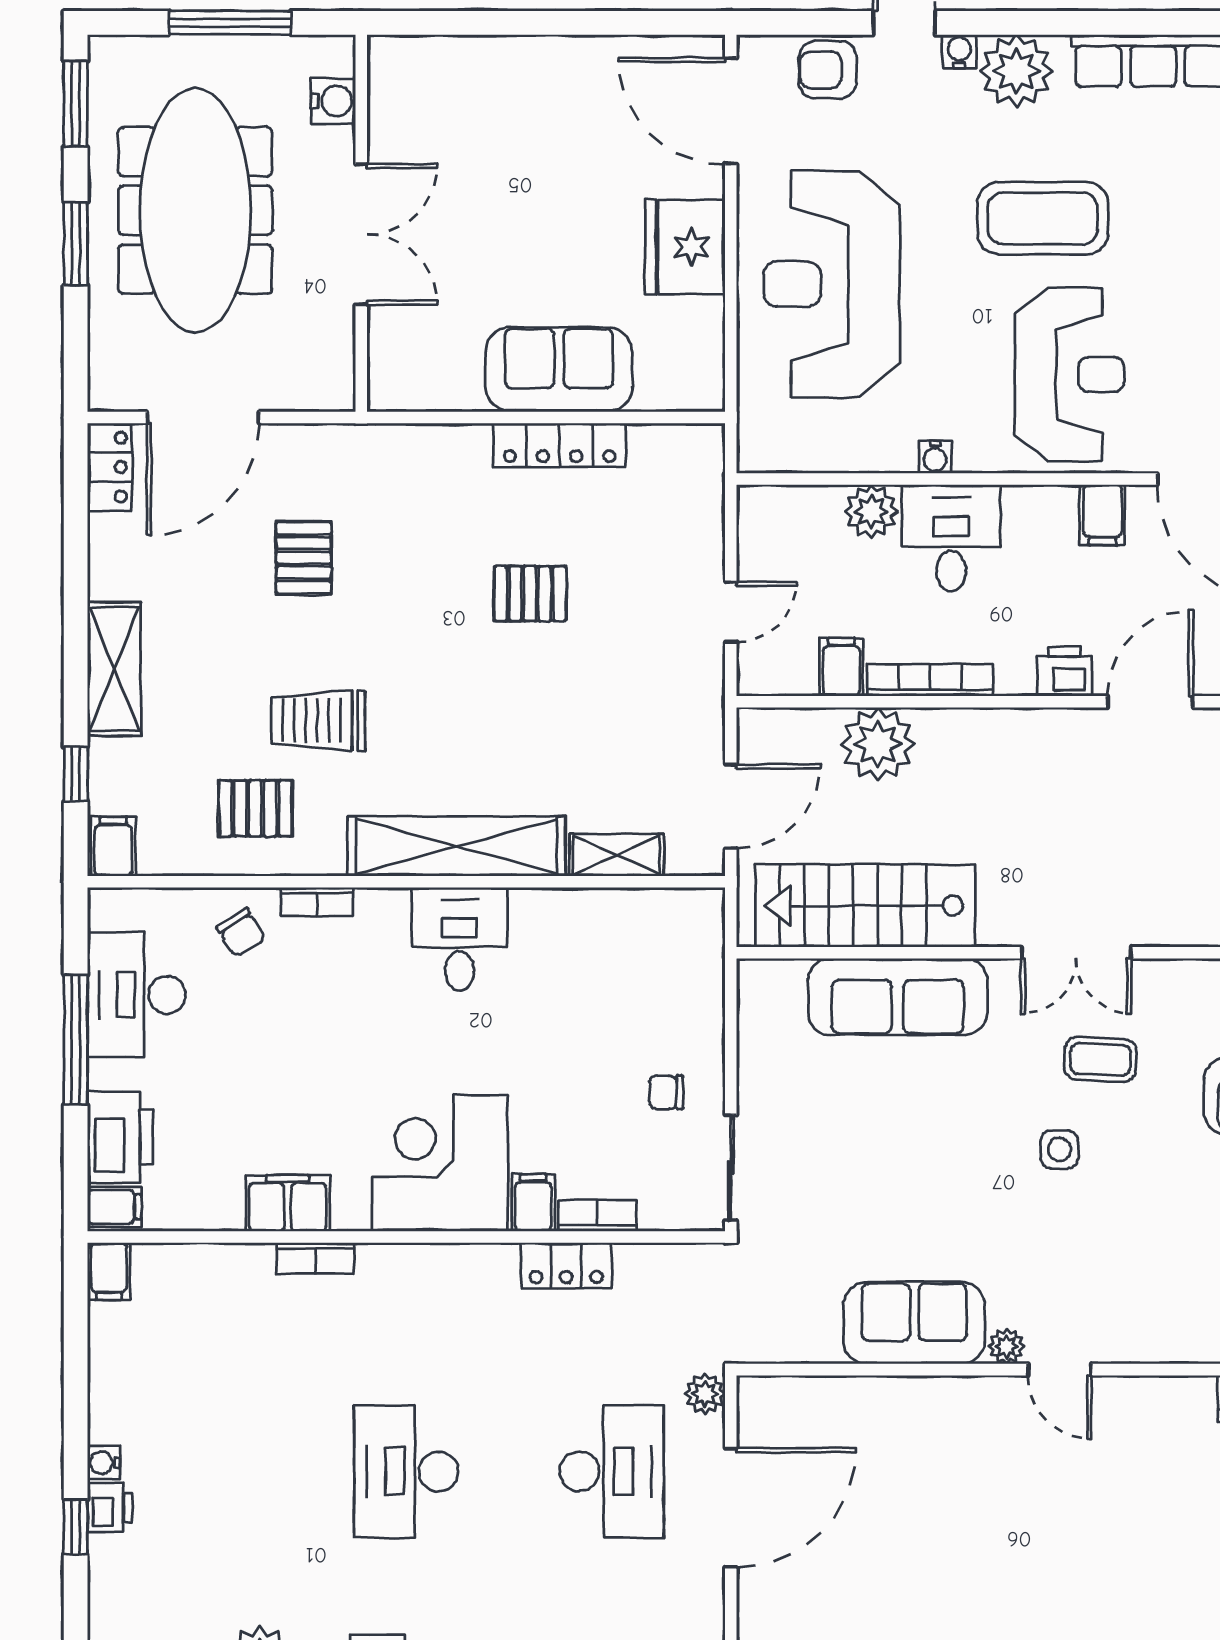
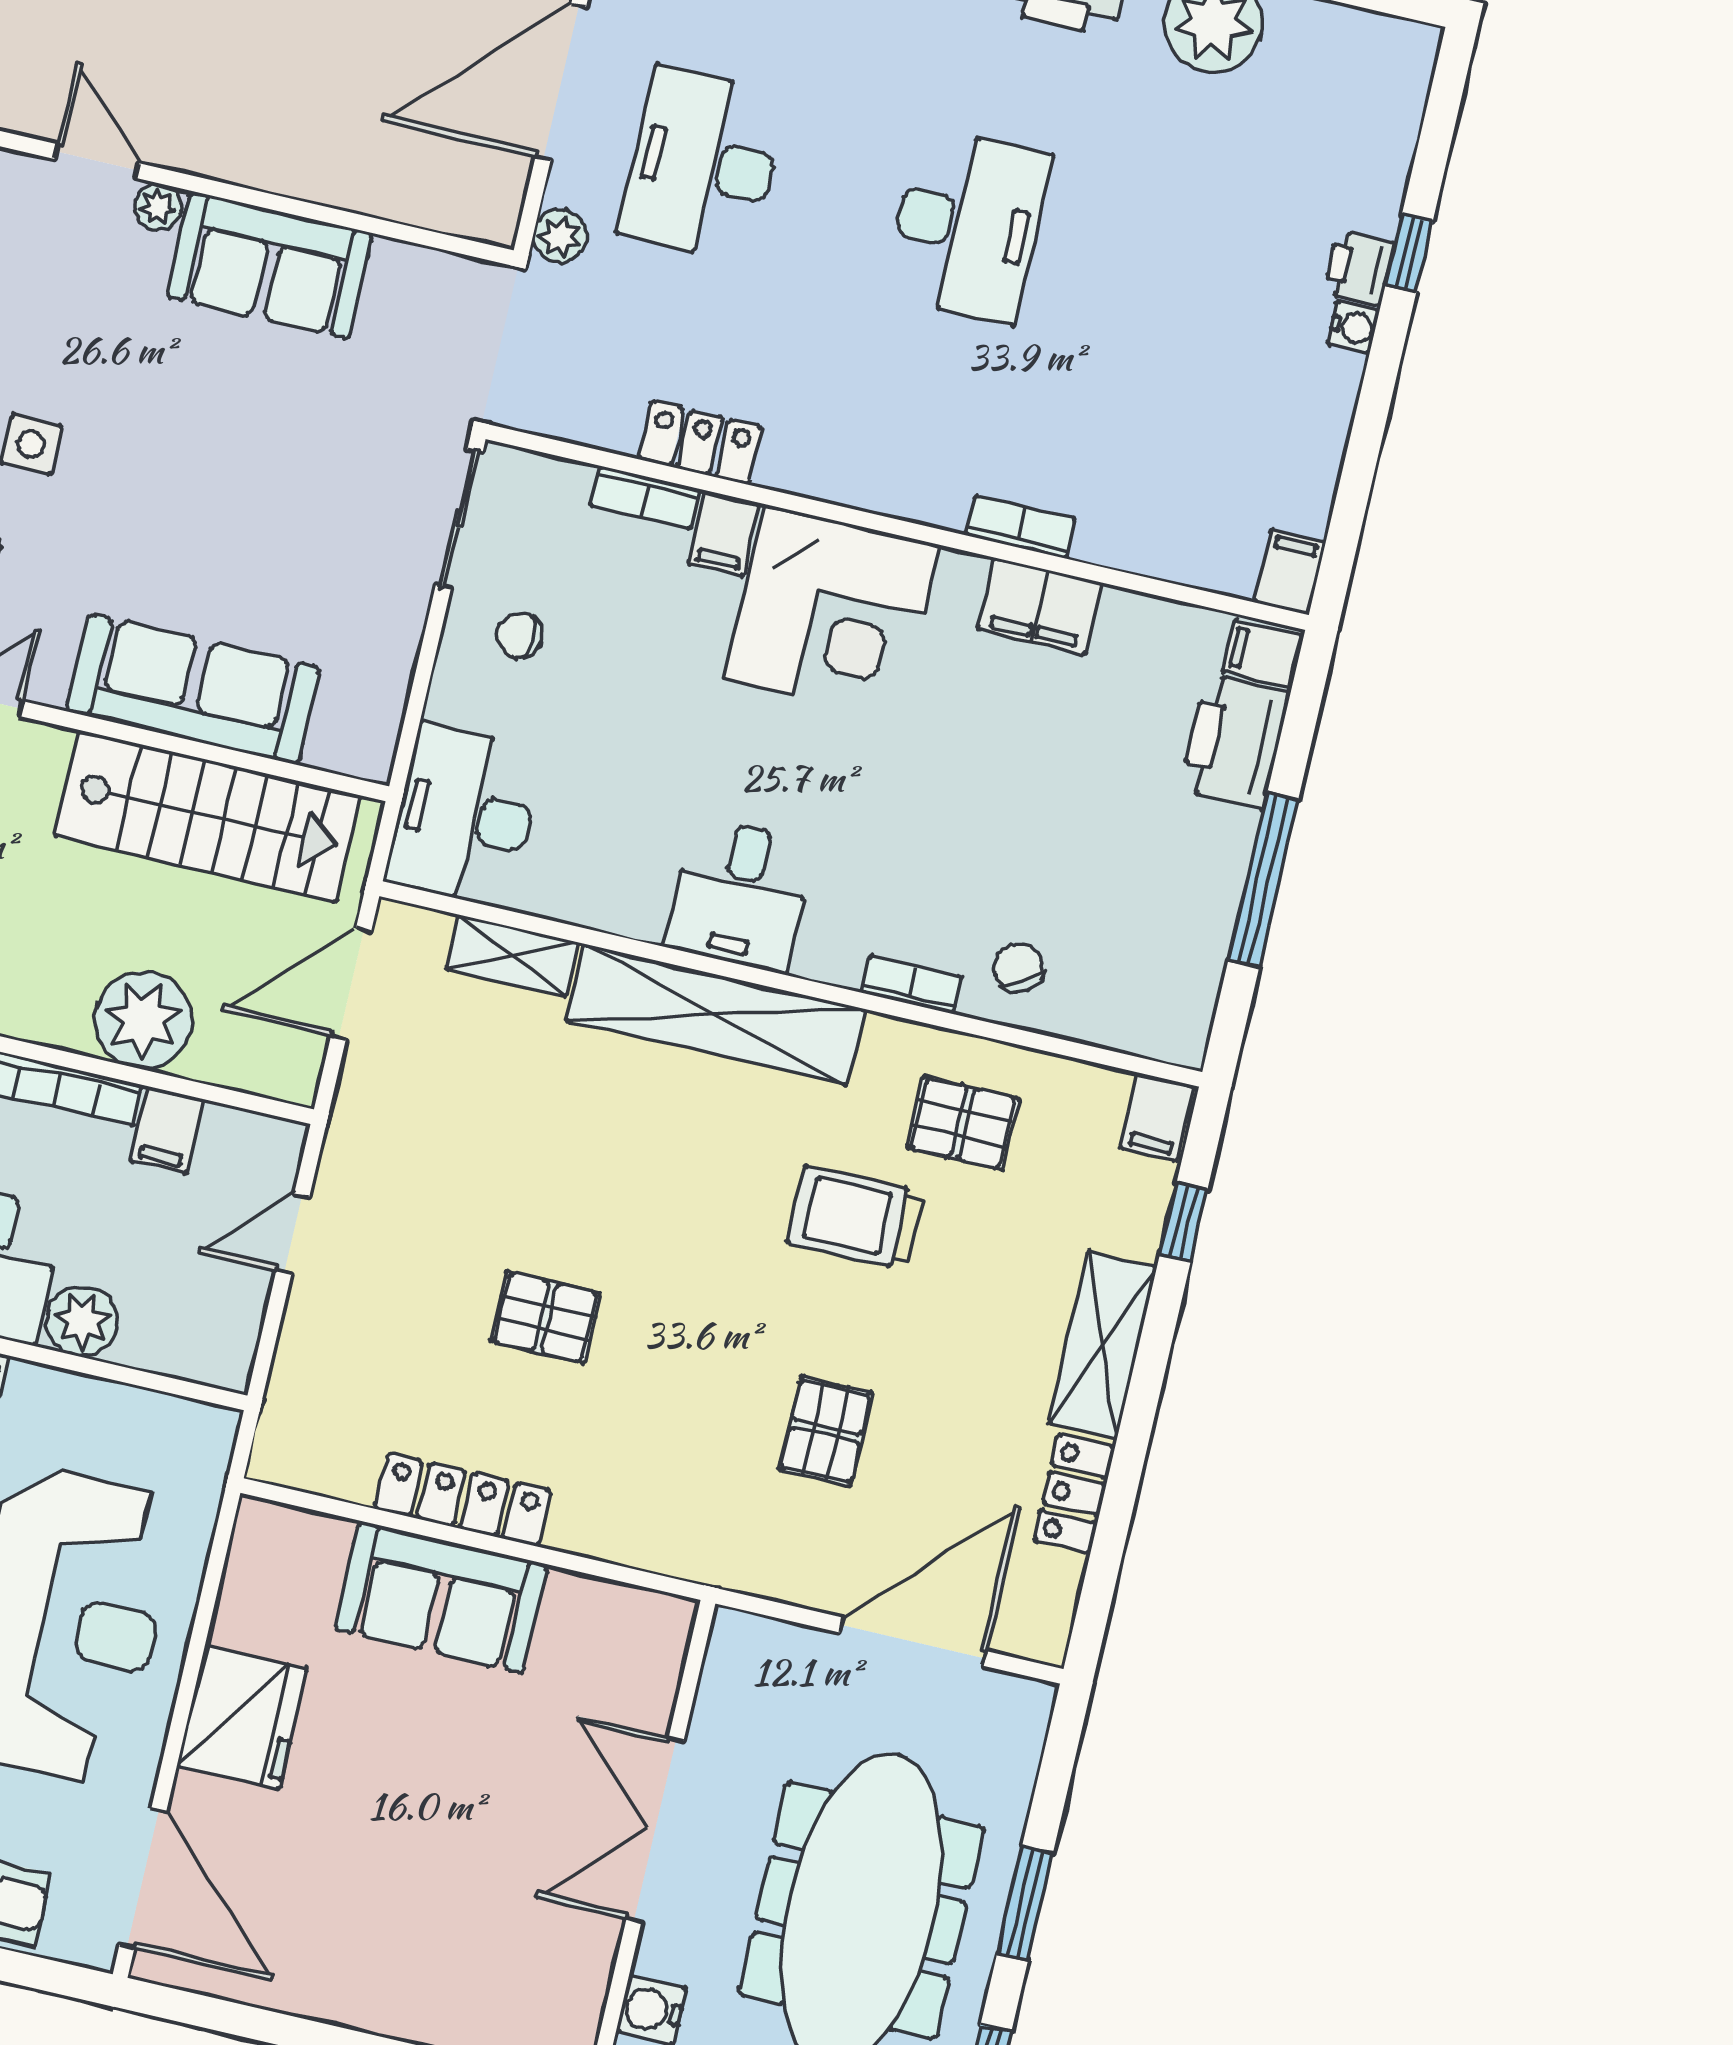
locker: (110, 467) -> (1074, 1494), moved
trolley: (318, 720) -> (856, 1218), turned 180
desk: (137, 995) -> (464, 816), moved, turned 180
chair: (666, 1092) -> (520, 635), turned 180

